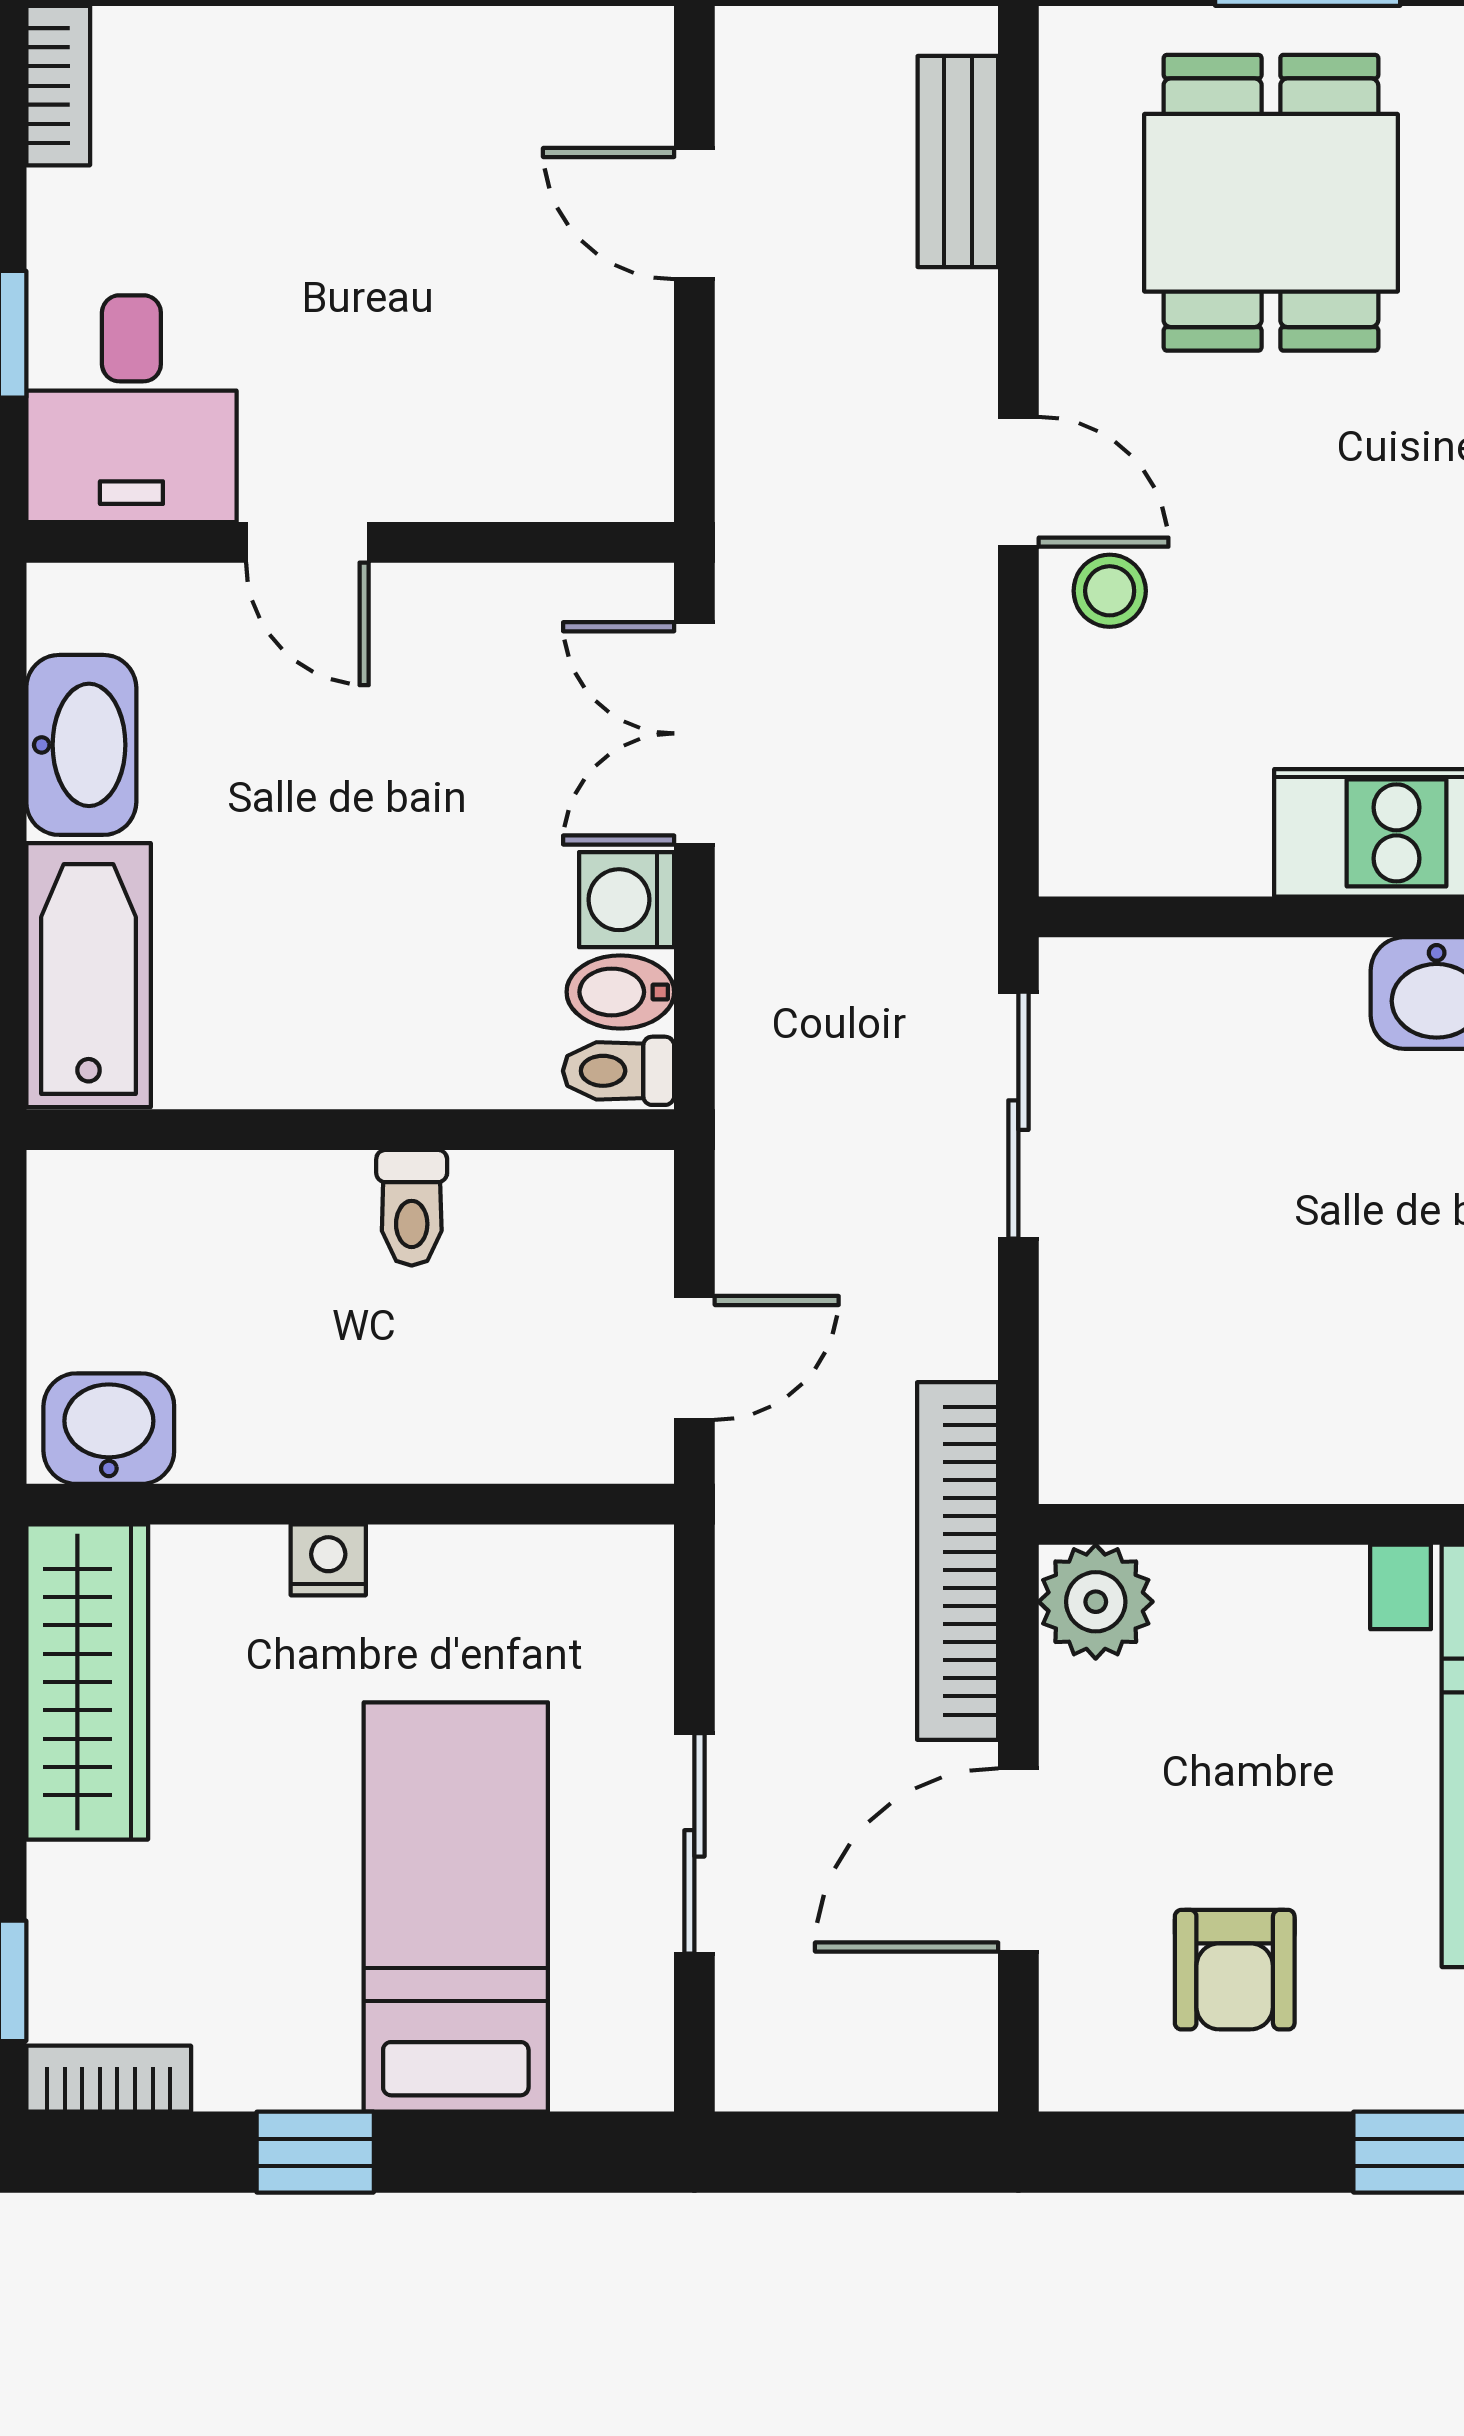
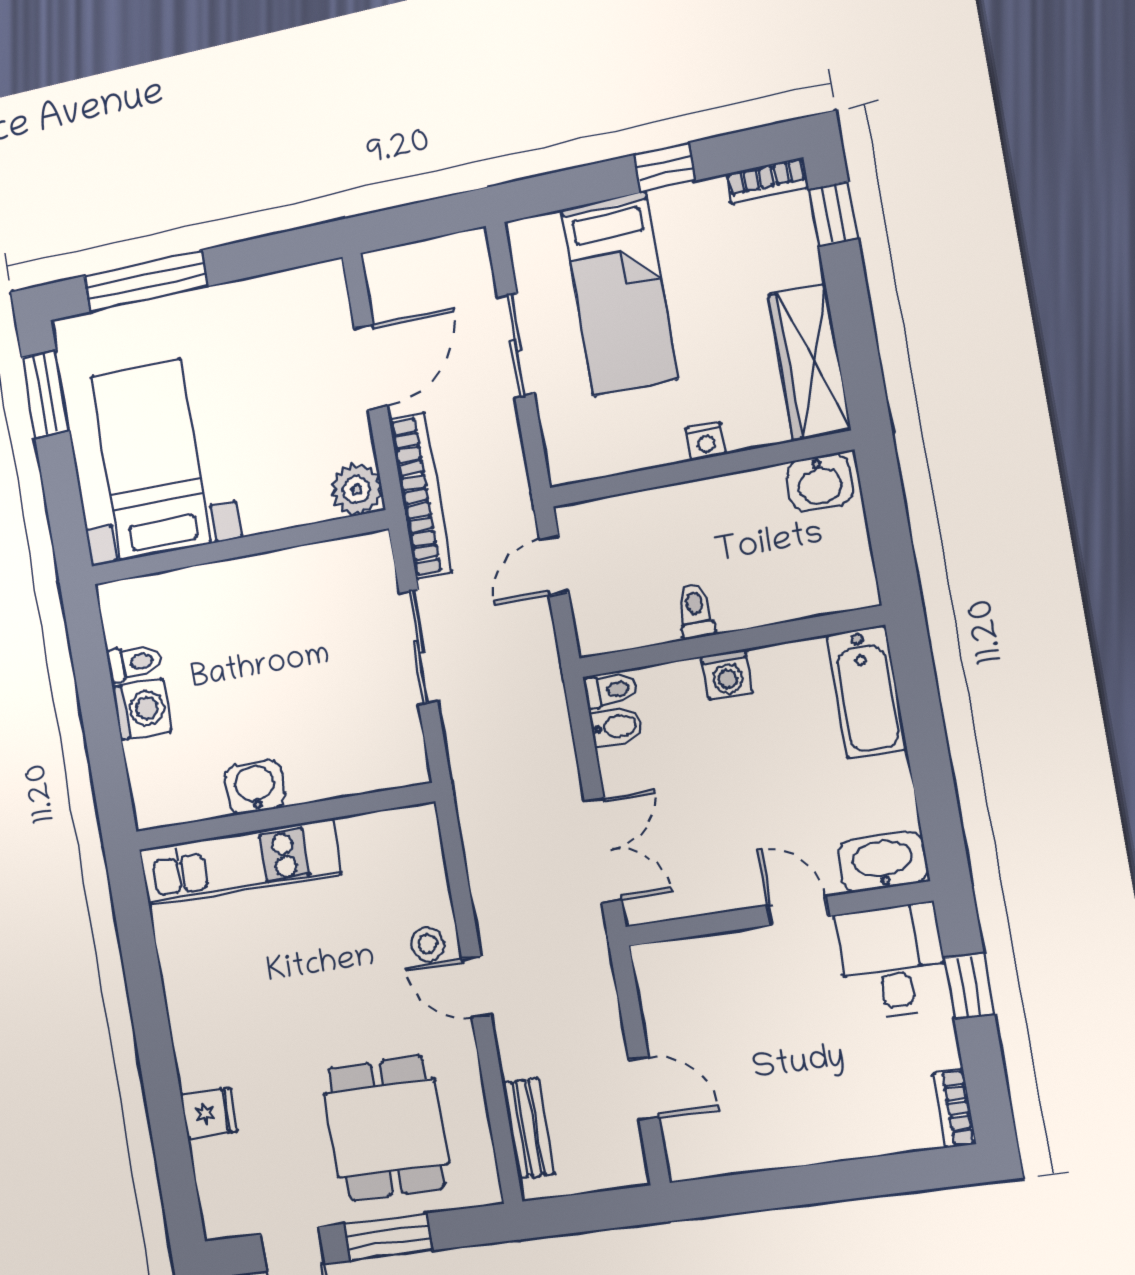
washbasin: (81, 745) -> (883, 862), moved, turned 90
washing machine: (627, 900) -> (727, 675), moved, turned 90
sliding door: (1018, 1115) -> (418, 647), moved
armchair: (1235, 1970) -> (268, 338), removed

